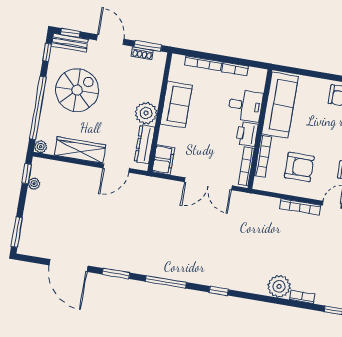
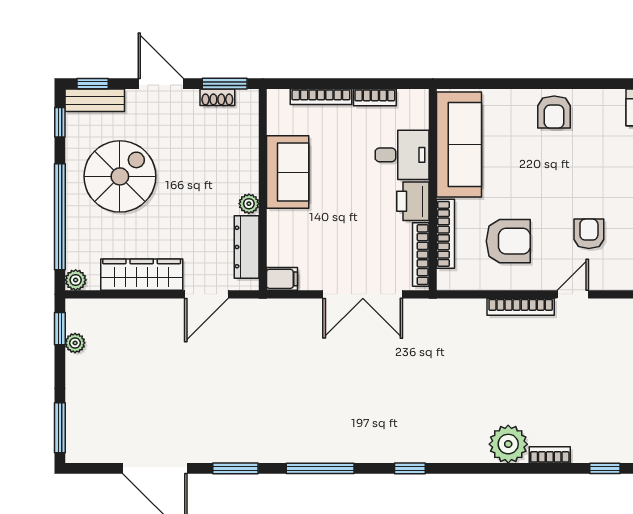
plant: (146, 113) -> (249, 204), width x0.53, depth x0.53
filing cabinet: (163, 160) -> (282, 279), width x0.50

